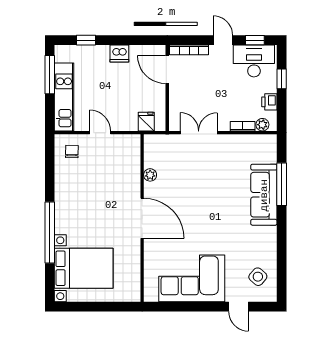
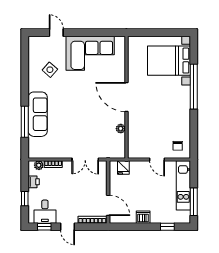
desk: (254, 61) -> (45, 212), width x0.73
side table: (258, 277) -> (50, 70), moved

